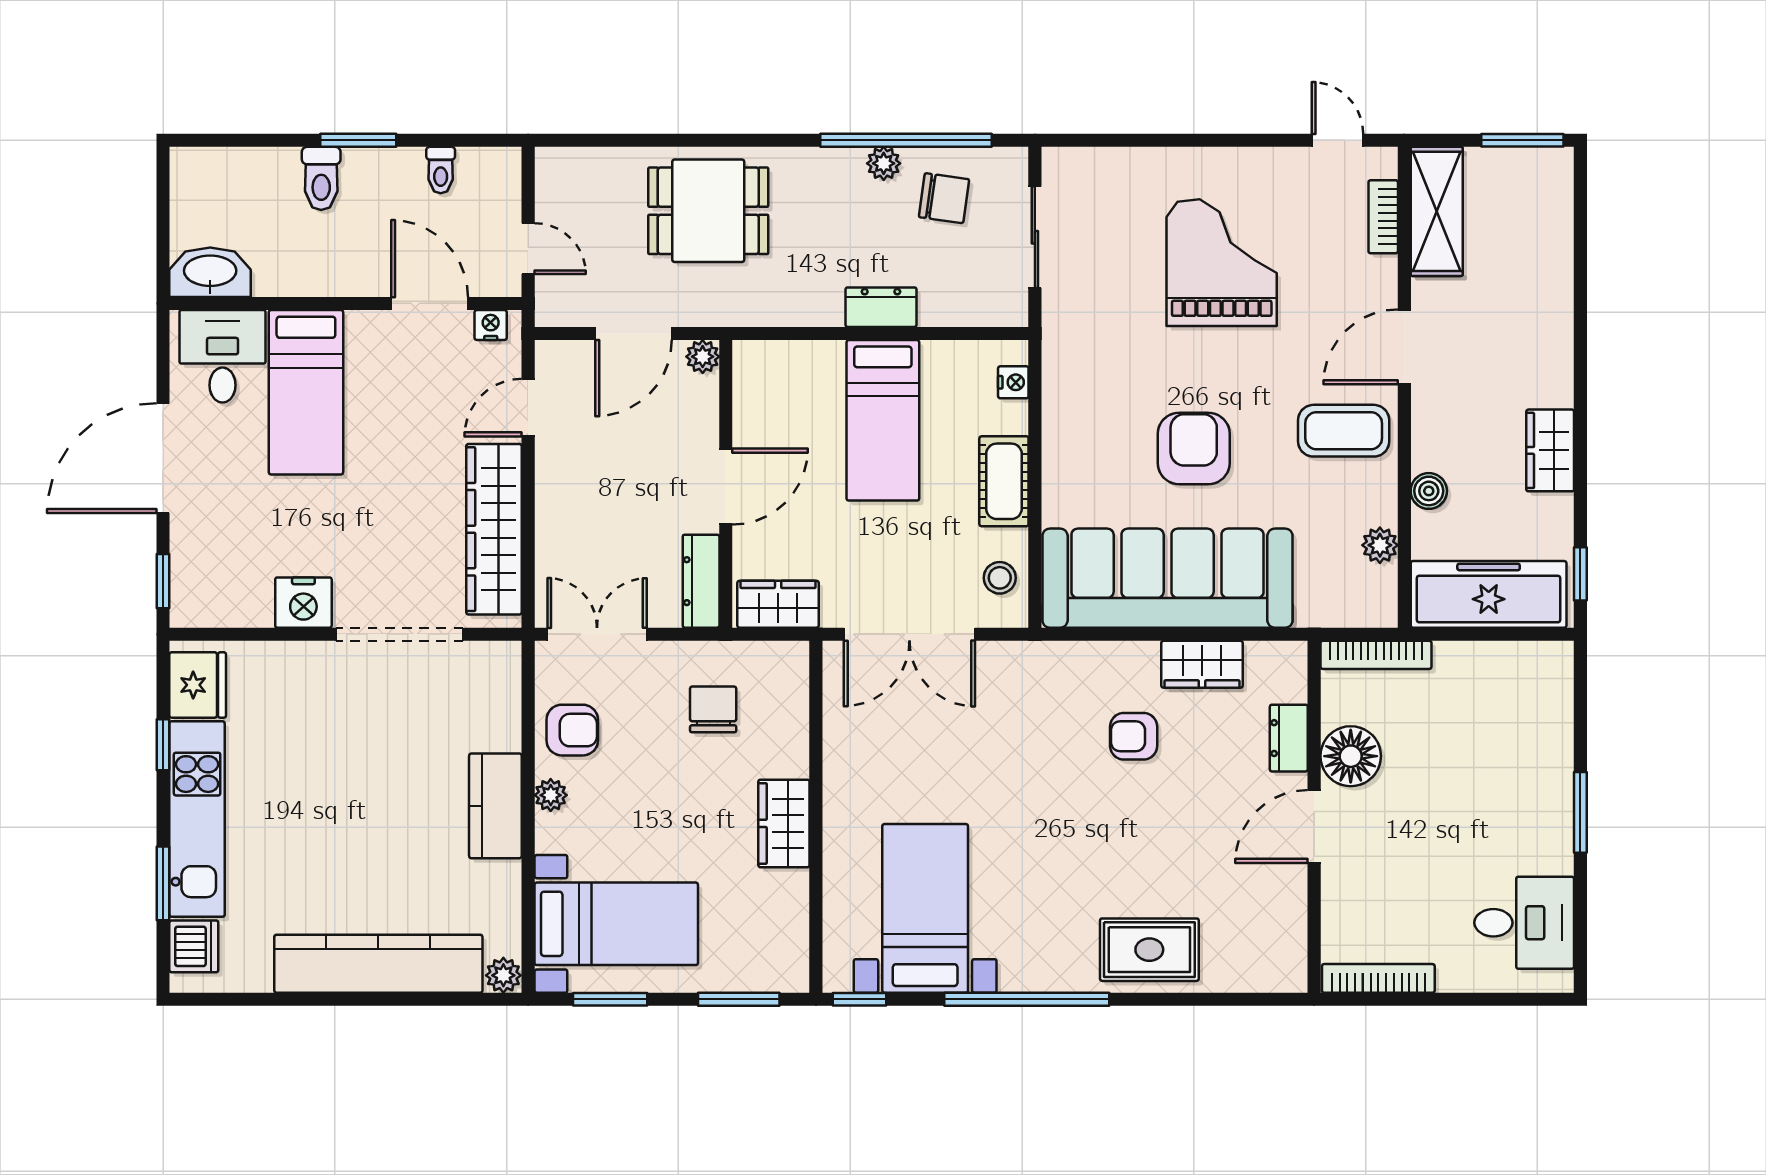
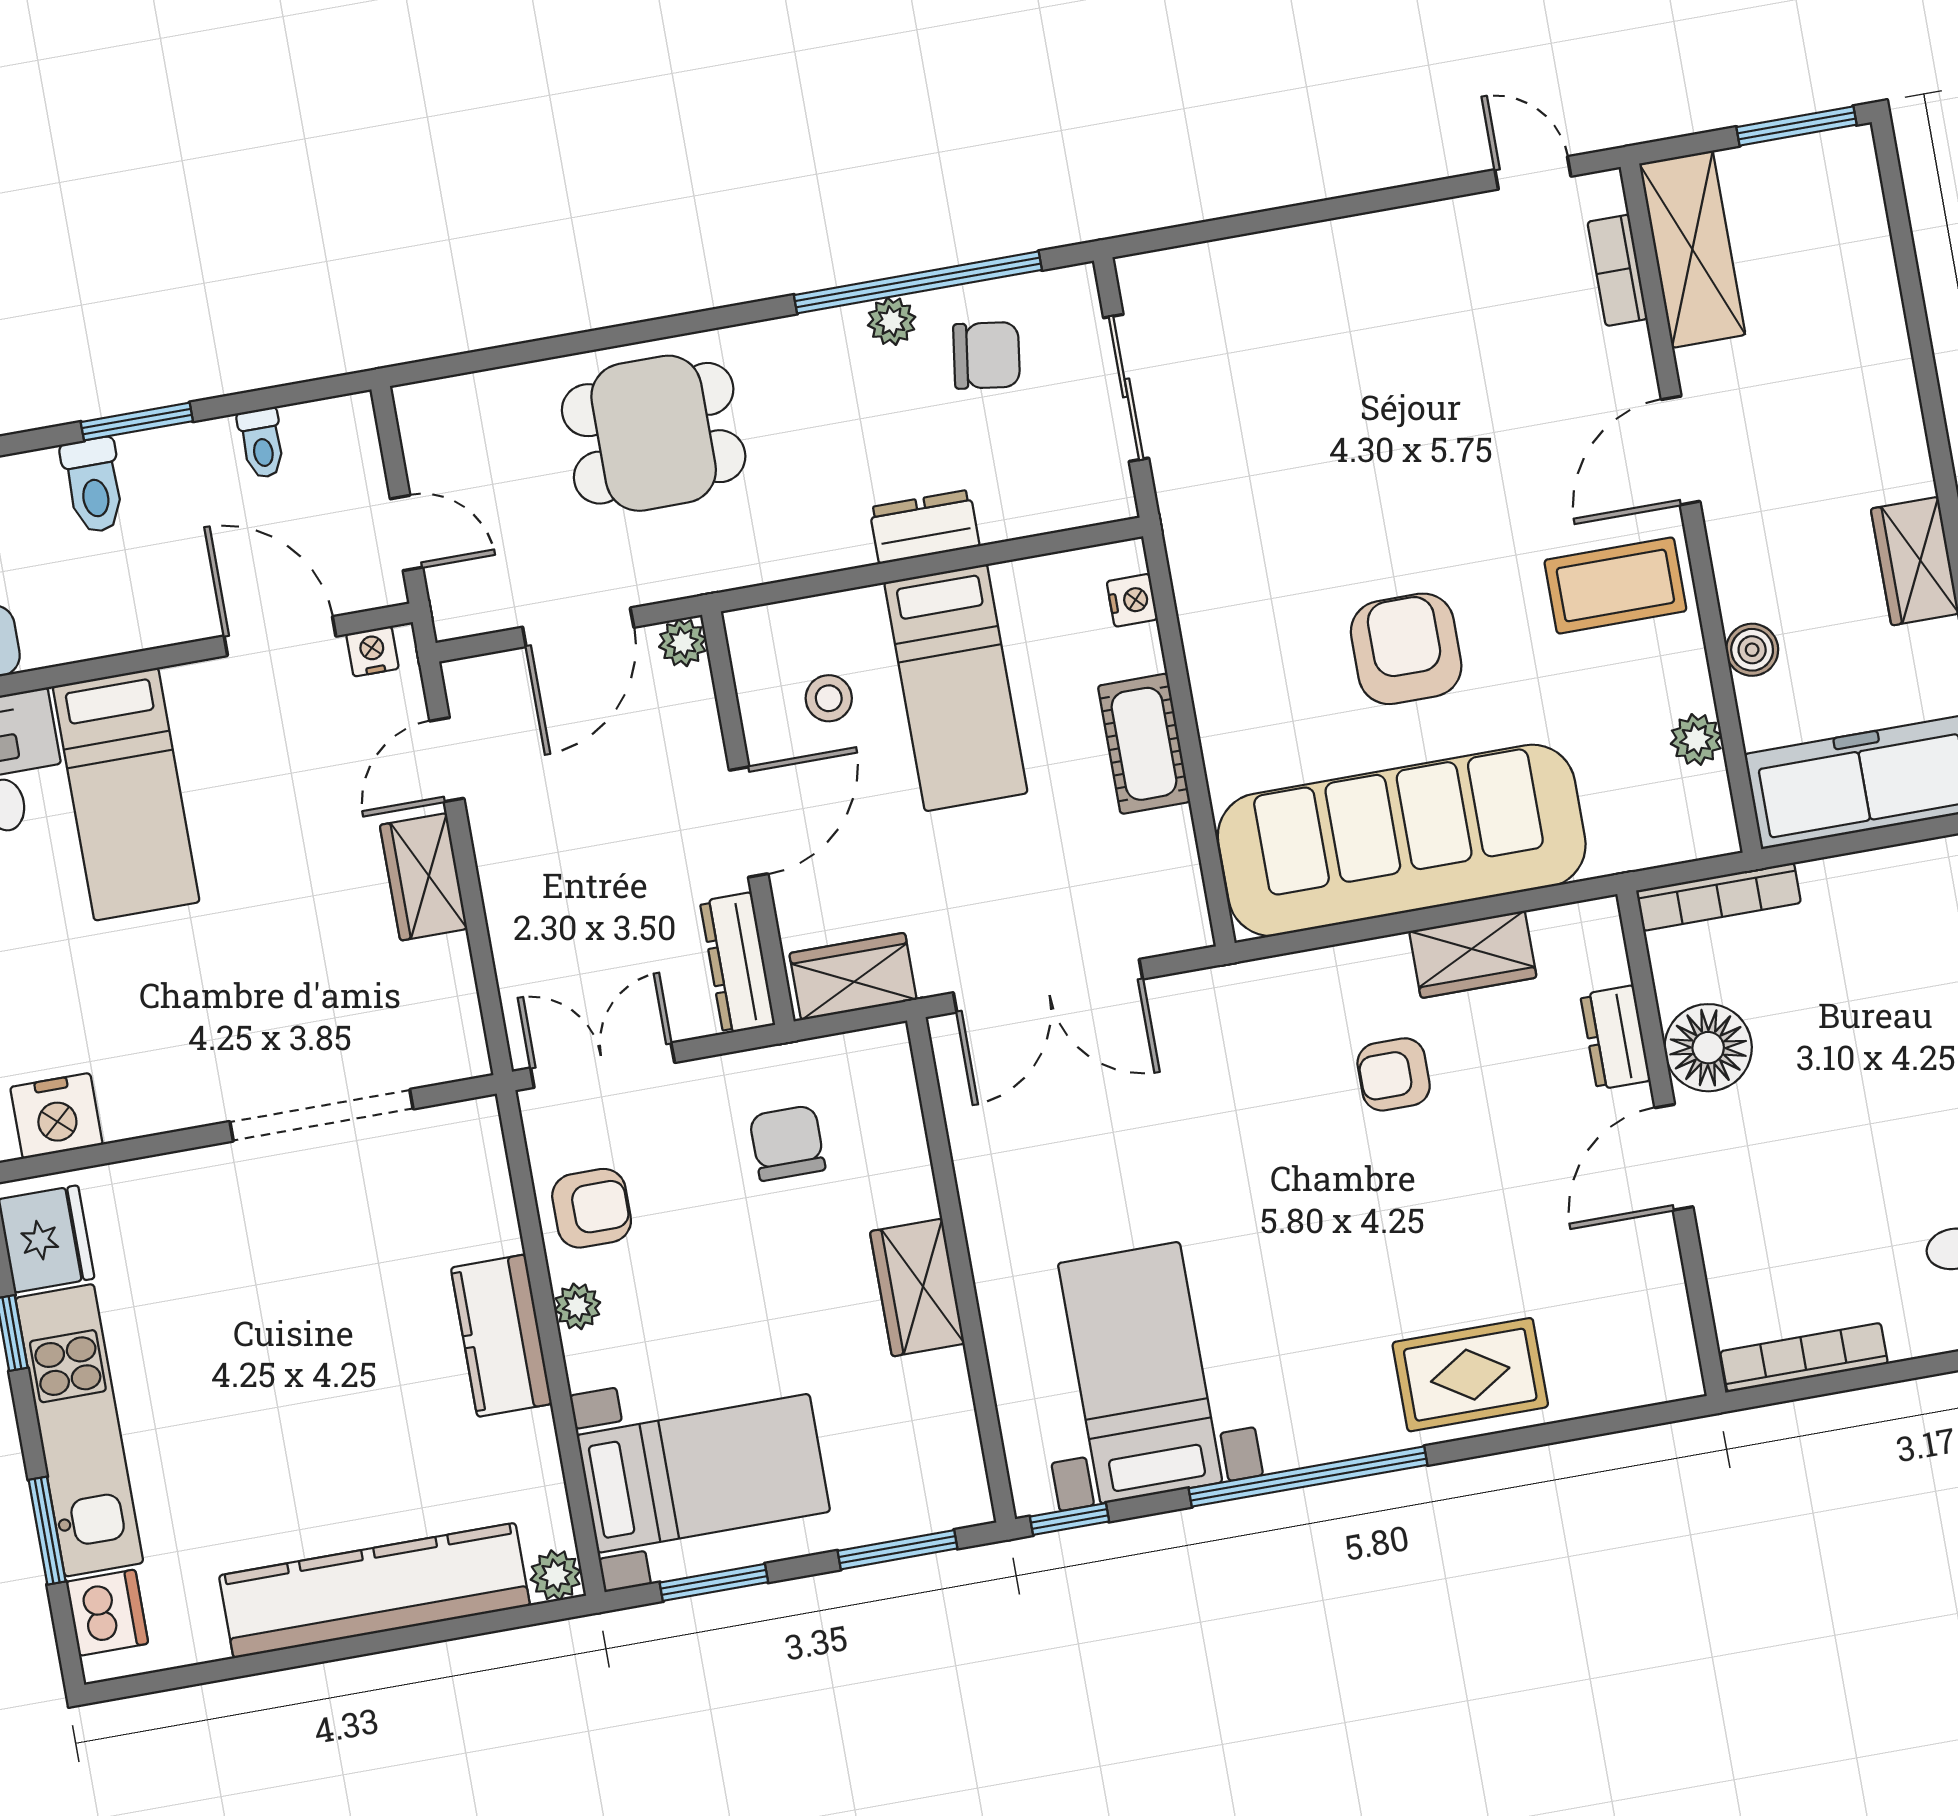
grand piano: (1222, 263) -> (1399, 377), removed
wardrobe: (494, 529) -> (424, 877), width x0.48, depth x0.85
stool: (1000, 578) -> (829, 698), moved
nightstand: (303, 603) -> (56, 1116), moved

